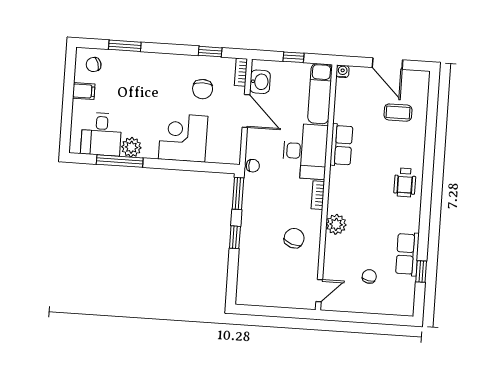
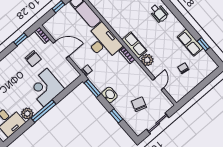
washbasin: (260, 82) -> (109, 95), moved
row of seats: (341, 145) -> (134, 45), moved
window: (120, 161) -> (43, 111), moved
window: (235, 237) -> (116, 116), moved
chair: (294, 238) -> (139, 104), moved
door: (319, 291) -> (158, 84), moved
sliding door: (274, 312) -> (158, 123), added

